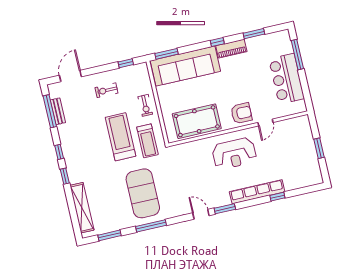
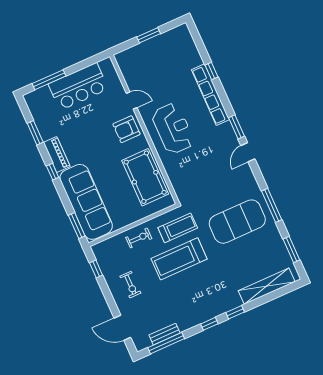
armchair: (241, 113) -> (126, 129), turned -90

